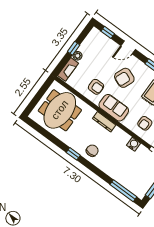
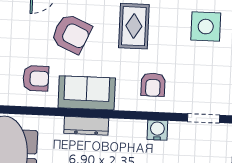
armchair: (124, 78) -> (71, 34), turned -88

